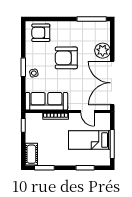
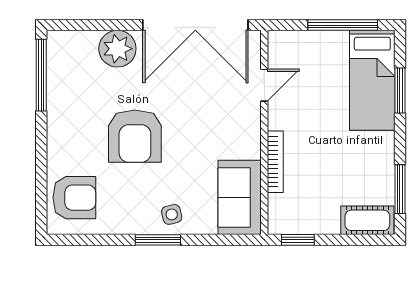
armchair: (41, 33) -> (74, 198), turned -90
sofa: (46, 101) -> (240, 197), width x0.73
bed: (89, 140) -> (372, 80), moved

